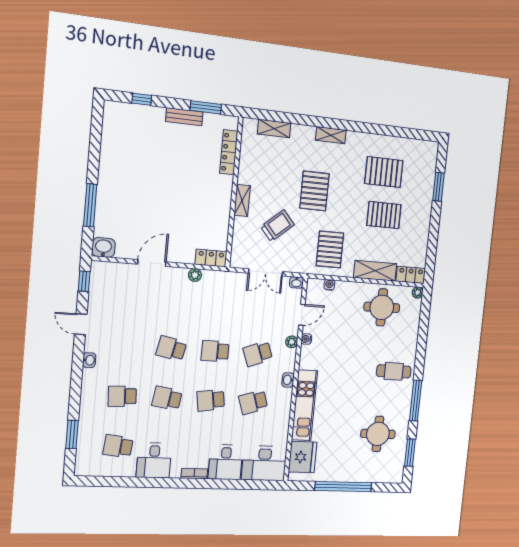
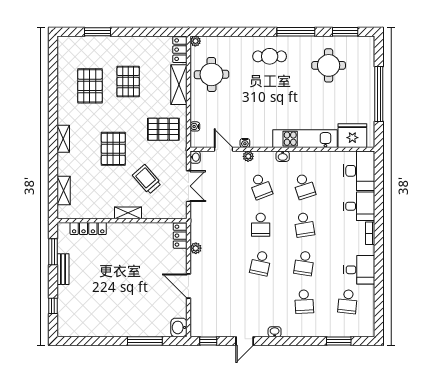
pallet: (314, 191) -> (113, 149), turned 90
cafe table: (394, 371) -> (270, 56), turned 90

